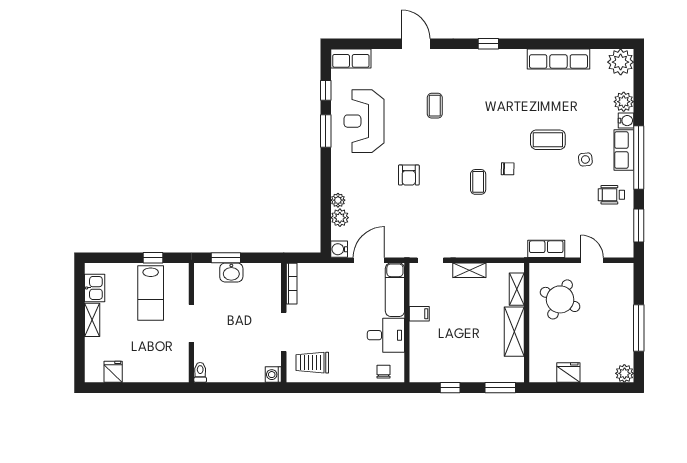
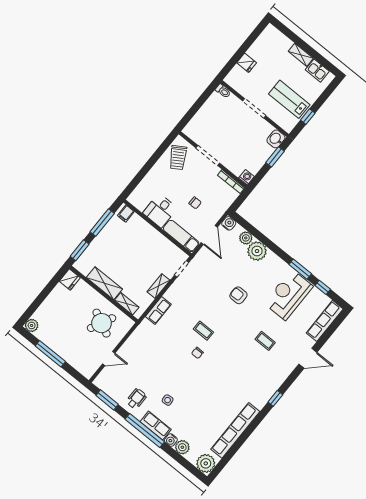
row of seats: (351, 59) -> (325, 321), width x1.48
row of seats: (558, 59) -> (235, 430), width x1.36
reception desk: (364, 121) -> (288, 295), turned -90
coffee table: (548, 140) -> (195, 388), removed
plant: (338, 200) -> (257, 251), width x1.88, depth x1.88
row of seats: (546, 249) -> (158, 310), moved
washbasin: (231, 272) -> (276, 139), moved
filing cabinet: (419, 314) -> (126, 214), moved
trolley: (312, 363) -> (178, 158), turned 148
fridge: (113, 372) -> (247, 63), moved
chair: (384, 372) -> (195, 203), moved
fridge: (568, 373) -> (70, 279), moved
washing machine: (273, 375) -> (246, 177), moved
window: (450, 388) -> (102, 223), width x2.17

